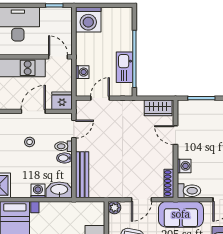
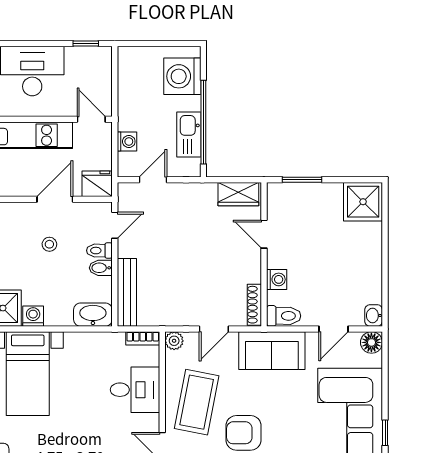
washing machine: (88, 20) -> (182, 76), moved, turned 90
washing machine: (38, 191) -> (33, 316), moved
bookcase: (93, 206) -> (143, 338), added

